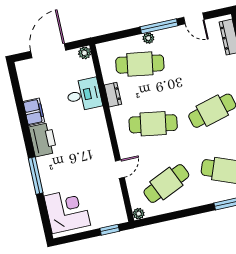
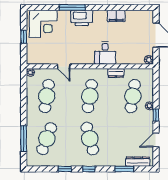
window: (159, 26) -> (156, 115), width x0.46
desk: (84, 95) -> (105, 53), moved
printer: (43, 140) -> (82, 18), moved
cafe table: (166, 184) -> (47, 96), turned 33
window: (110, 230) -> (24, 37), moved

